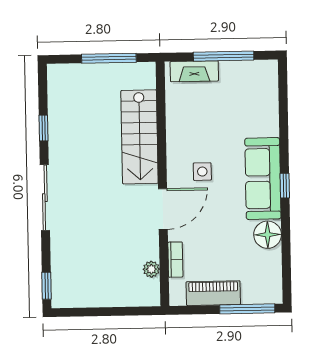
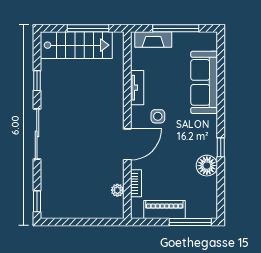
tv unit: (175, 135) -> (137, 88), added
stairs: (140, 137) -> (76, 45), moved, turned -90
sofa: (263, 179) -> (204, 82), moved
window: (285, 186) -> (221, 147), moved

